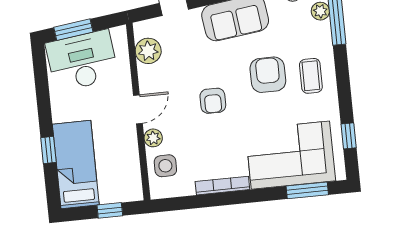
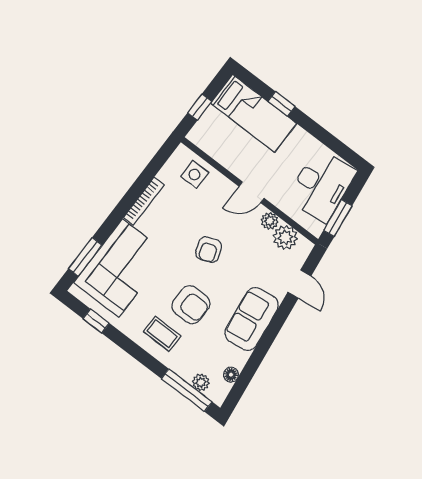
window: (73, 30) -> (338, 218), moved
armchair: (213, 101) -> (209, 250), turned -110
door: (138, 109) -> (251, 192), hinge flipped
plant: (153, 138) -> (270, 221), moved

